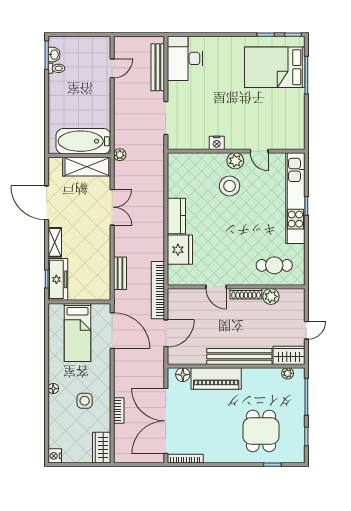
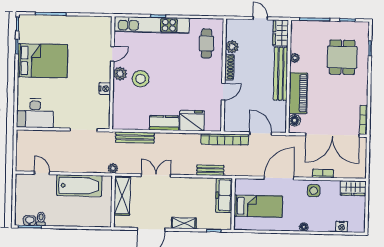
bench: (158, 67) -> (135, 138), moved
bed: (275, 67) -> (43, 61), moved, turned -90
bathtub: (83, 141) -> (79, 186), moved, turned -90
freezer: (58, 279) -> (224, 195), moved, turned -90
door: (112, 331) -> (279, 178), moved
plant: (288, 373) -> (295, 58), moved
side table: (85, 401) -> (314, 191), moved
dining table: (261, 431) -> (342, 57), turned 90
nightstand: (55, 456) -> (342, 227), moved

